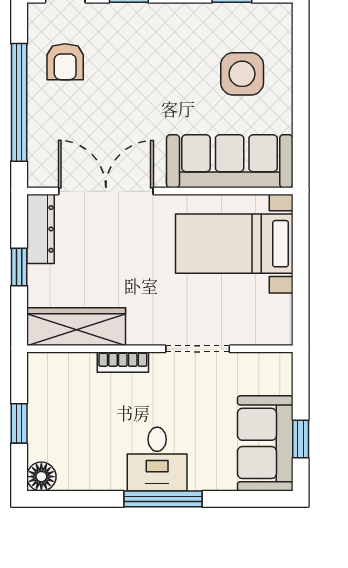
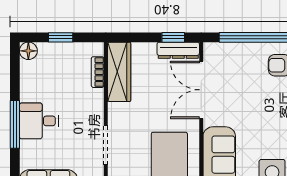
double door: (106, 191) -> (201, 90), swing flipped
window: (19, 267) -> (173, 37), moved
bookcase: (123, 362) -> (98, 72), moved

